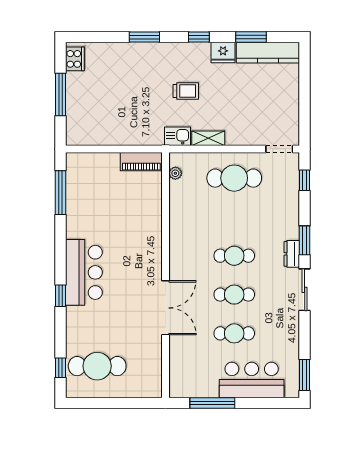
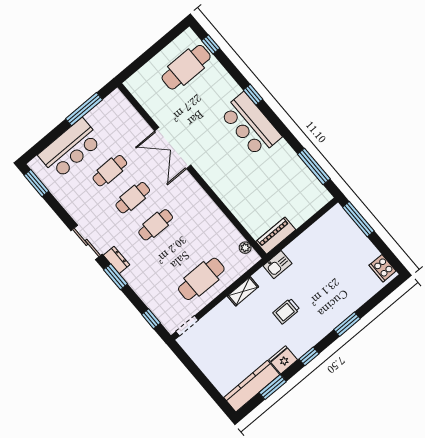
window: (61, 95) -> (358, 219), moved
kitchen sink: (177, 136) -> (277, 265), moved

